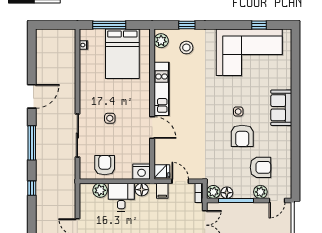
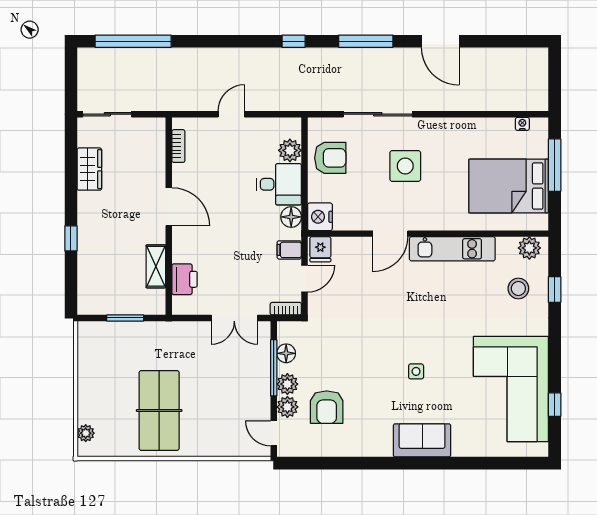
side table: (110, 118) -> (405, 166), width x1.87, depth x1.87
armchair: (242, 136) -> (377, 378), removed
plant: (213, 192) -> (287, 384), moved

